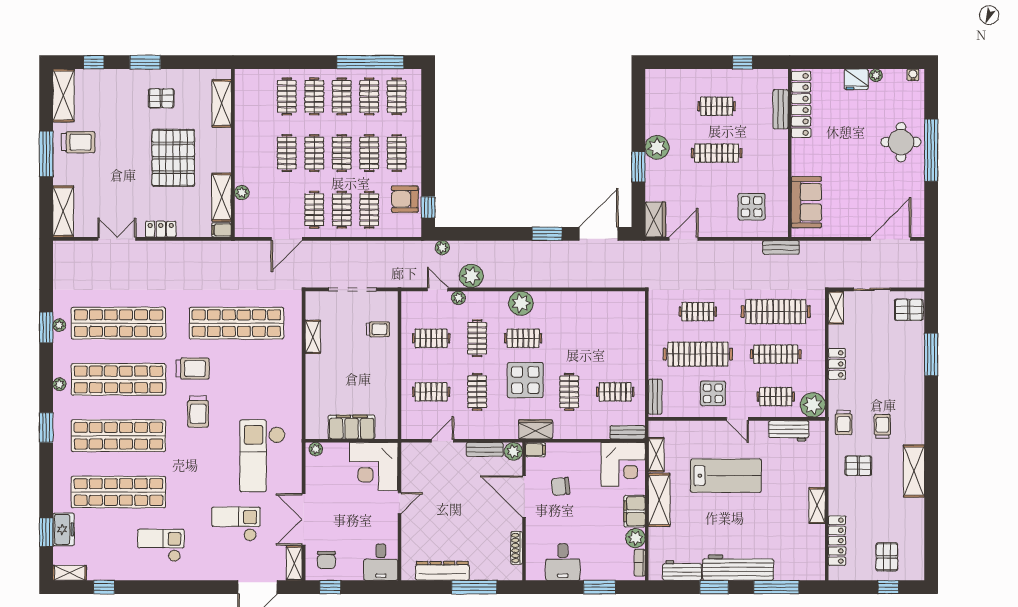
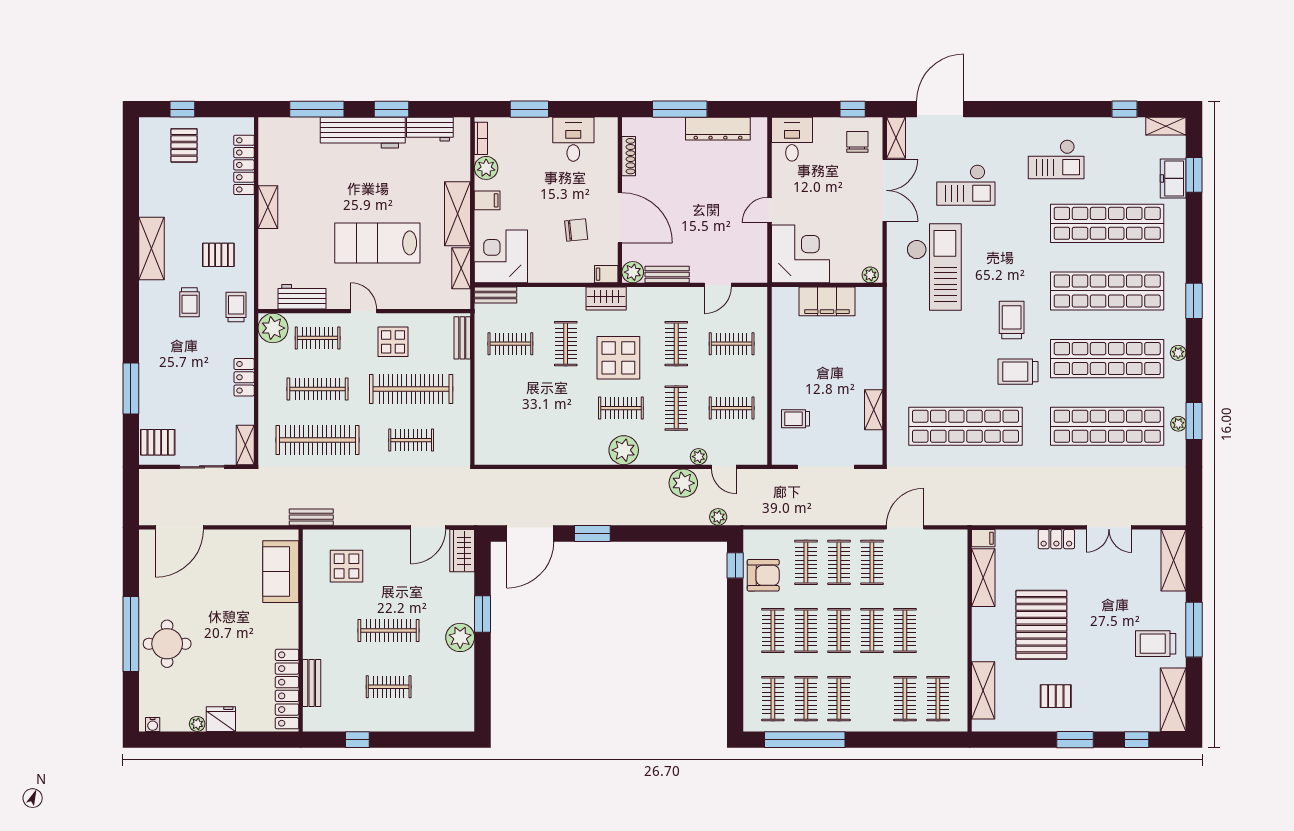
clothes rail: (314, 96) -> (938, 699), moved
plant: (242, 193) -> (959, 583), removed
filing cabinet: (635, 511) -> (487, 200), width x0.50

